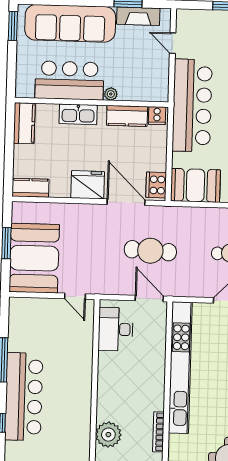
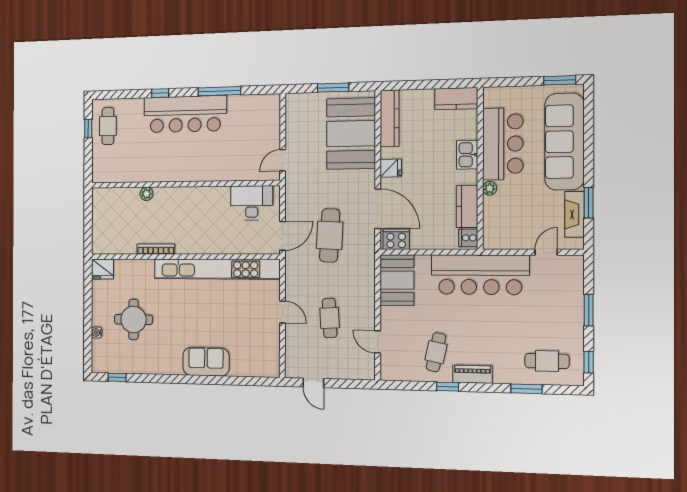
kitchen sink: (78, 114) -> (467, 155), width x0.73
fridge: (88, 185) -> (391, 168), width x0.53, depth x0.75
kitchen counter: (30, 188) -> (390, 118), width x1.50
door: (126, 202) -> (378, 209), hinge flipped
booth: (34, 258) -> (351, 134), moved, turned 90
plant: (108, 435) -> (146, 194), width x0.53, depth x0.53

